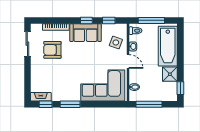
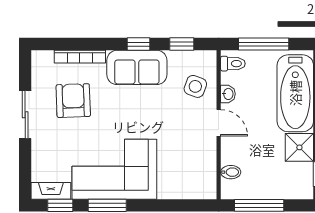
sliding door: (27, 44) -> (25, 115), moved
armchair: (52, 50) -> (73, 101), turned 88
corner sofa: (103, 86) -> (114, 169), moved

